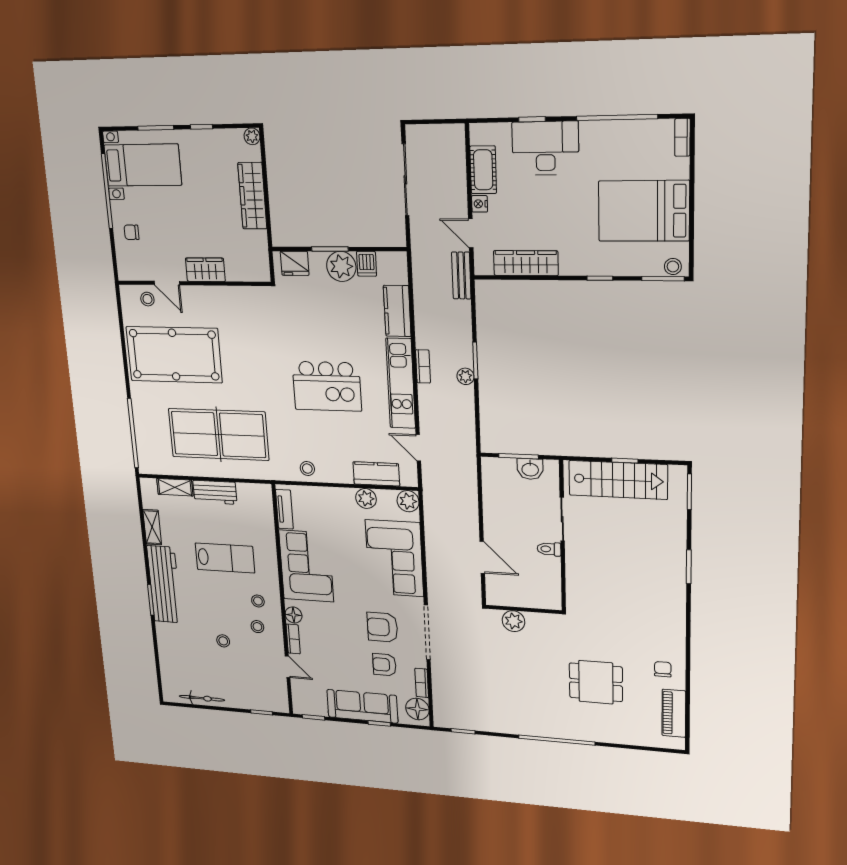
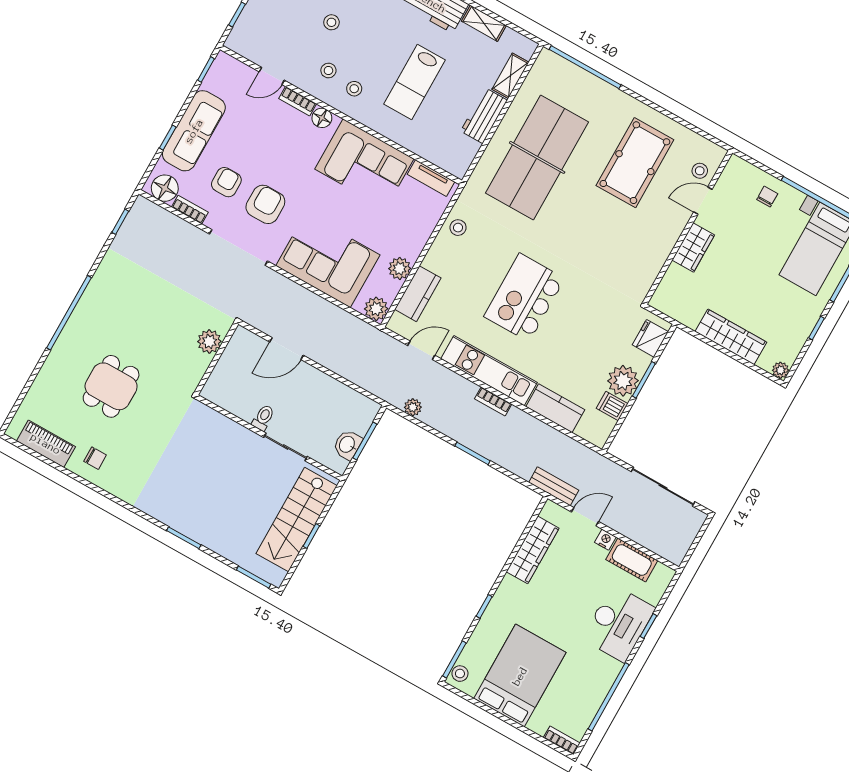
pool table: (174, 355) -> (635, 163), width x0.73, depth x0.76
plant: (465, 376) -> (413, 407), moved

